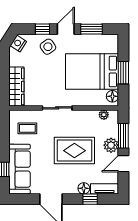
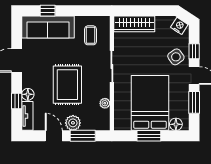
floor lamp: (112, 96) -> (176, 124), moved
plant: (104, 115) -> (105, 103), moved

